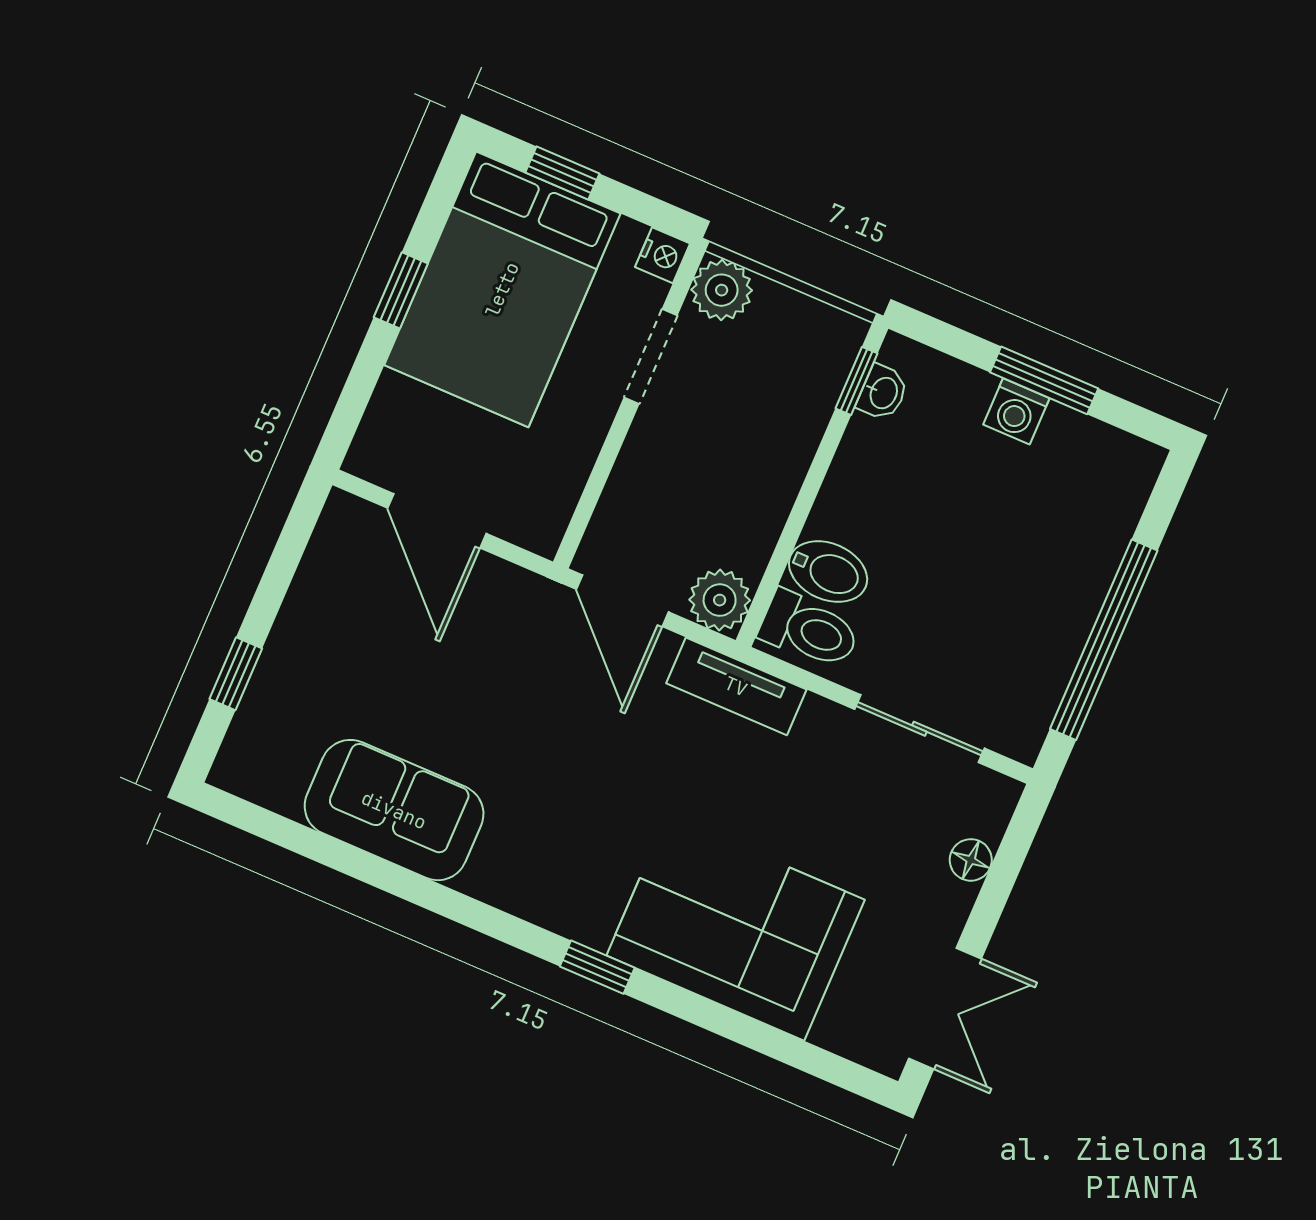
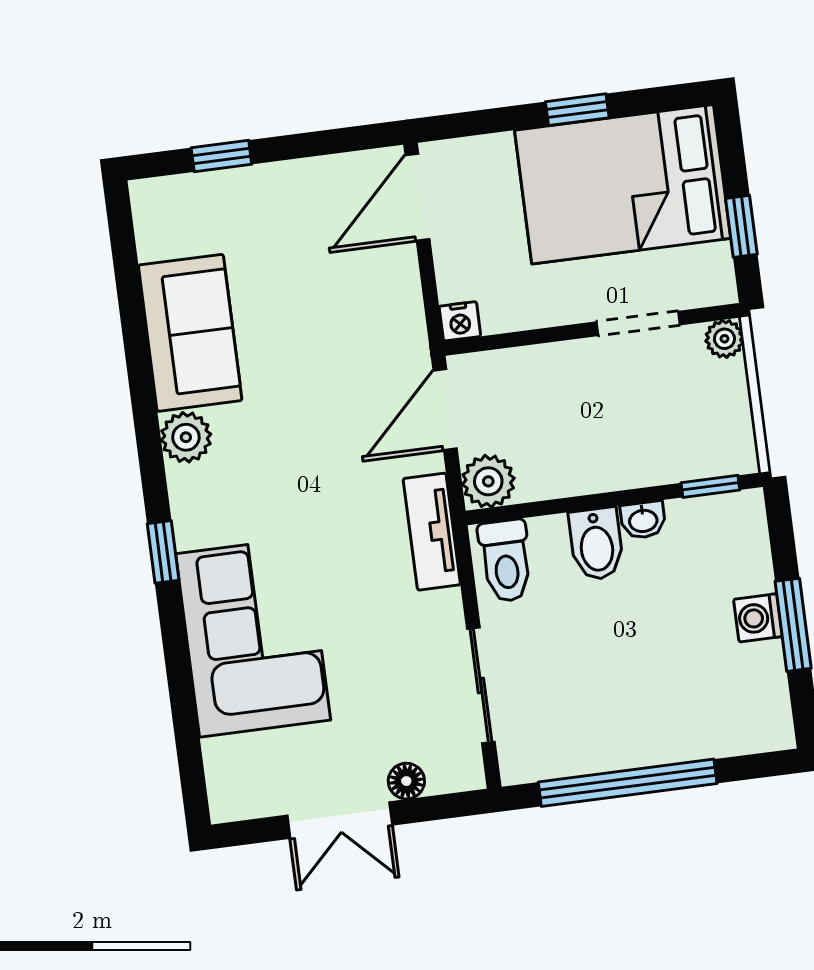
window: (562, 173) -> (741, 226), moved
nightstand: (663, 255) -> (460, 321), moved
plant: (722, 290) -> (724, 339), width x0.73, depth x0.73
washbasin: (883, 393) -> (643, 520), moved
door: (437, 521) -> (417, 197), moved
bidet: (828, 572) -> (596, 544), moved
plant: (496, 876) -> (186, 437), added
double door: (945, 1009) -> (340, 820), moved

